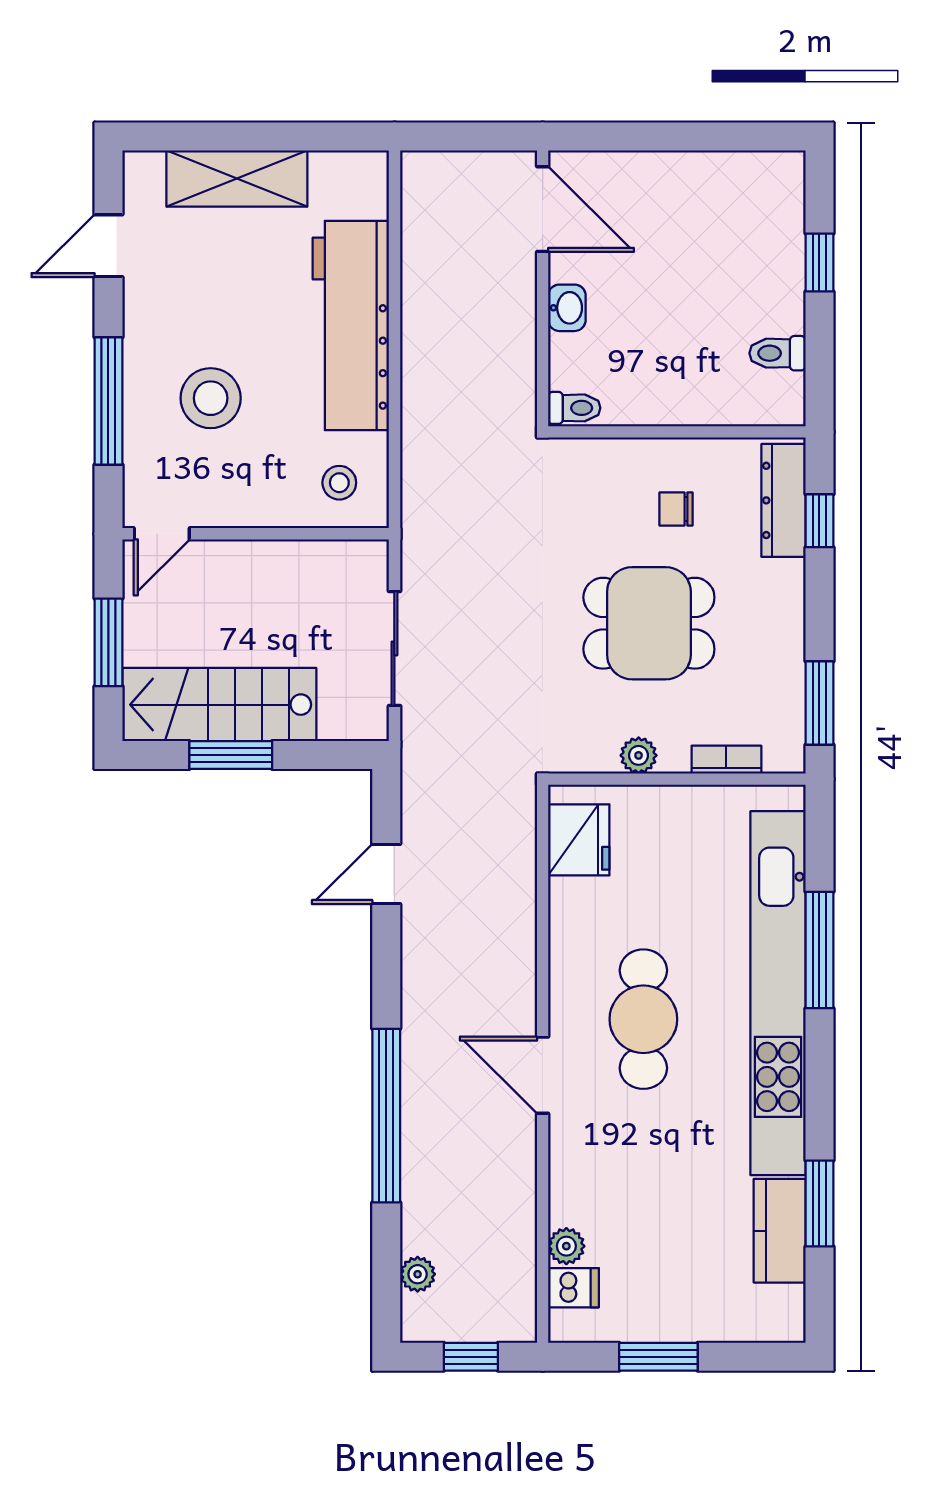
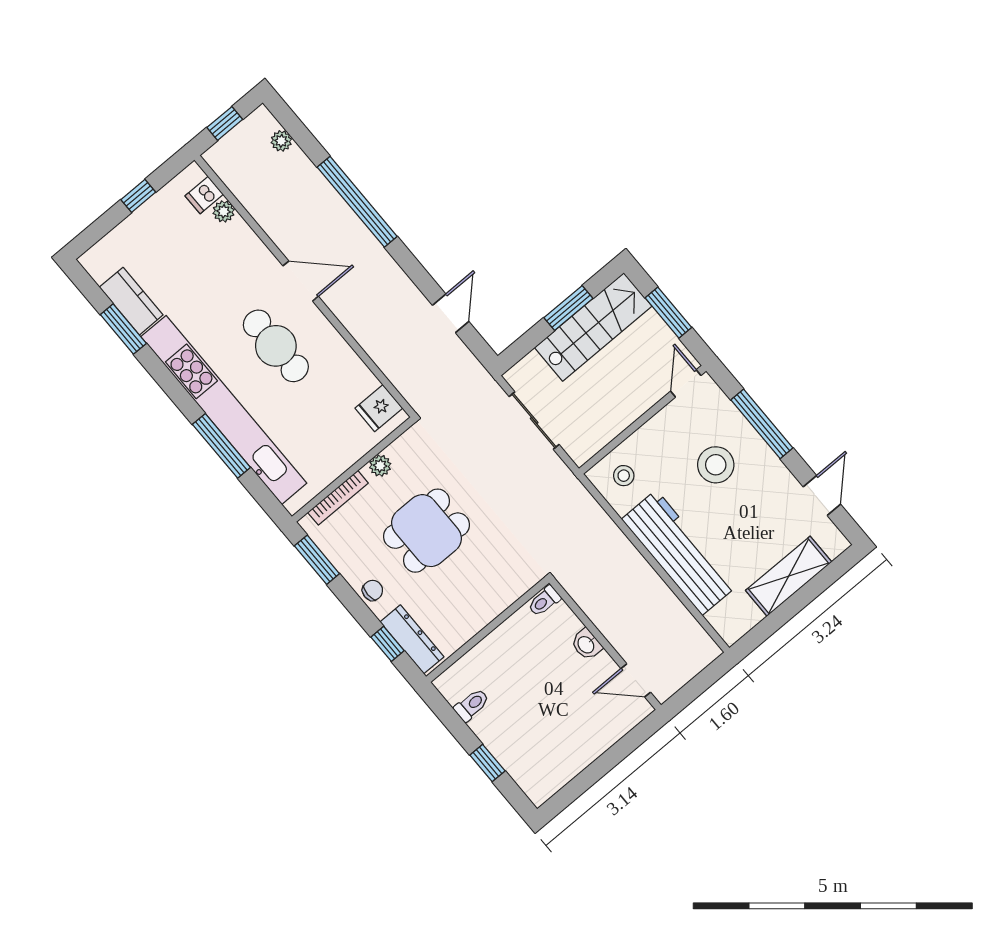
door: (543, 209) -> (636, 680), width x0.73
chair: (676, 509) -> (373, 590), moved
bookcase: (726, 760) -> (338, 498), width x1.56
fridge: (579, 840) -> (379, 408), width x0.72
window: (658, 1357) -> (138, 196), width x0.67

